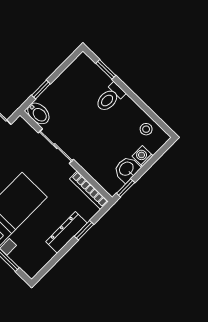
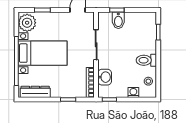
toilet: (110, 98) -> (146, 60), moved
bidet: (38, 113) -> (118, 20), moved
washbasin: (127, 169) -> (105, 77), moved, turned 90
dresser: (66, 232) -> (35, 92), moved

